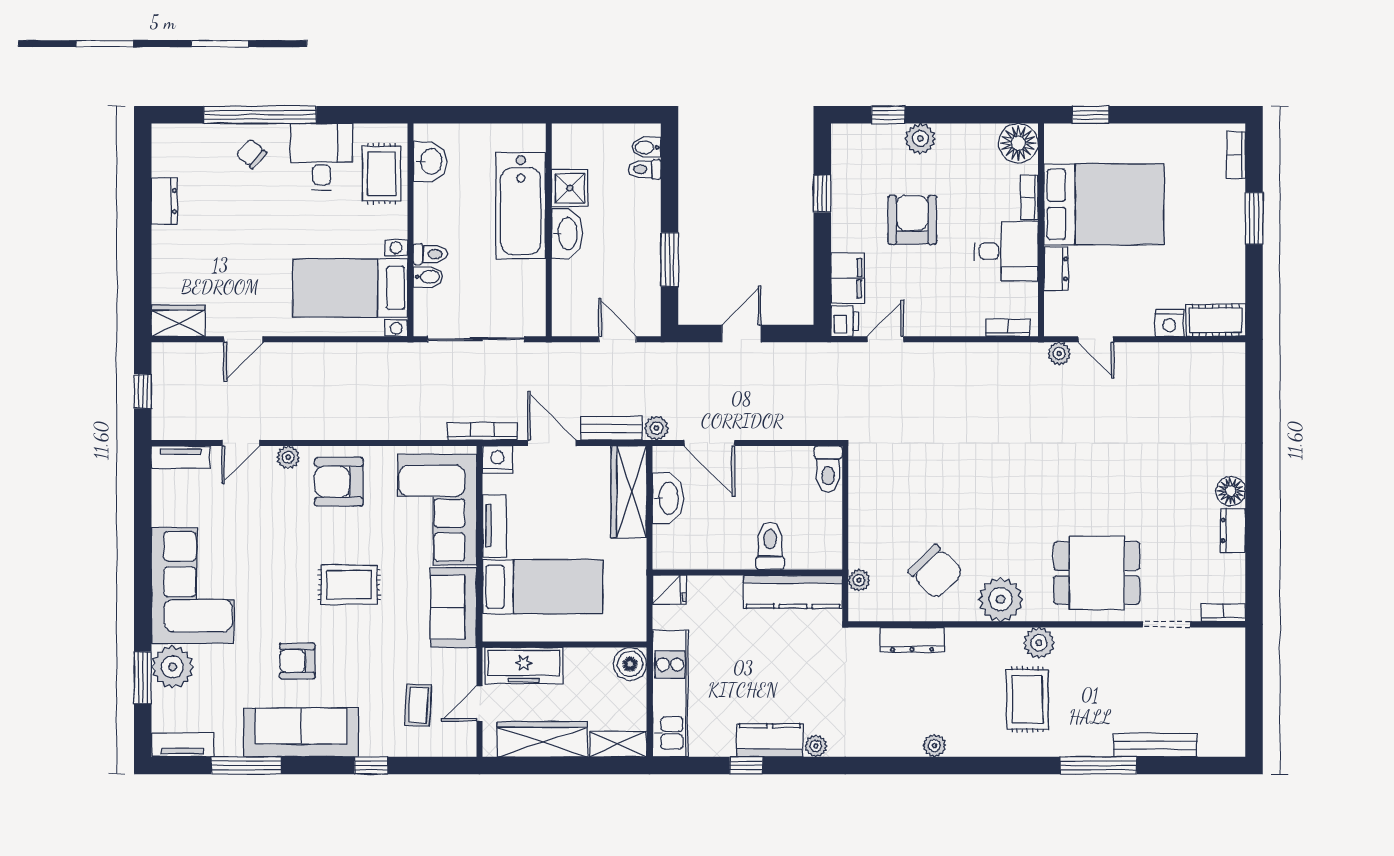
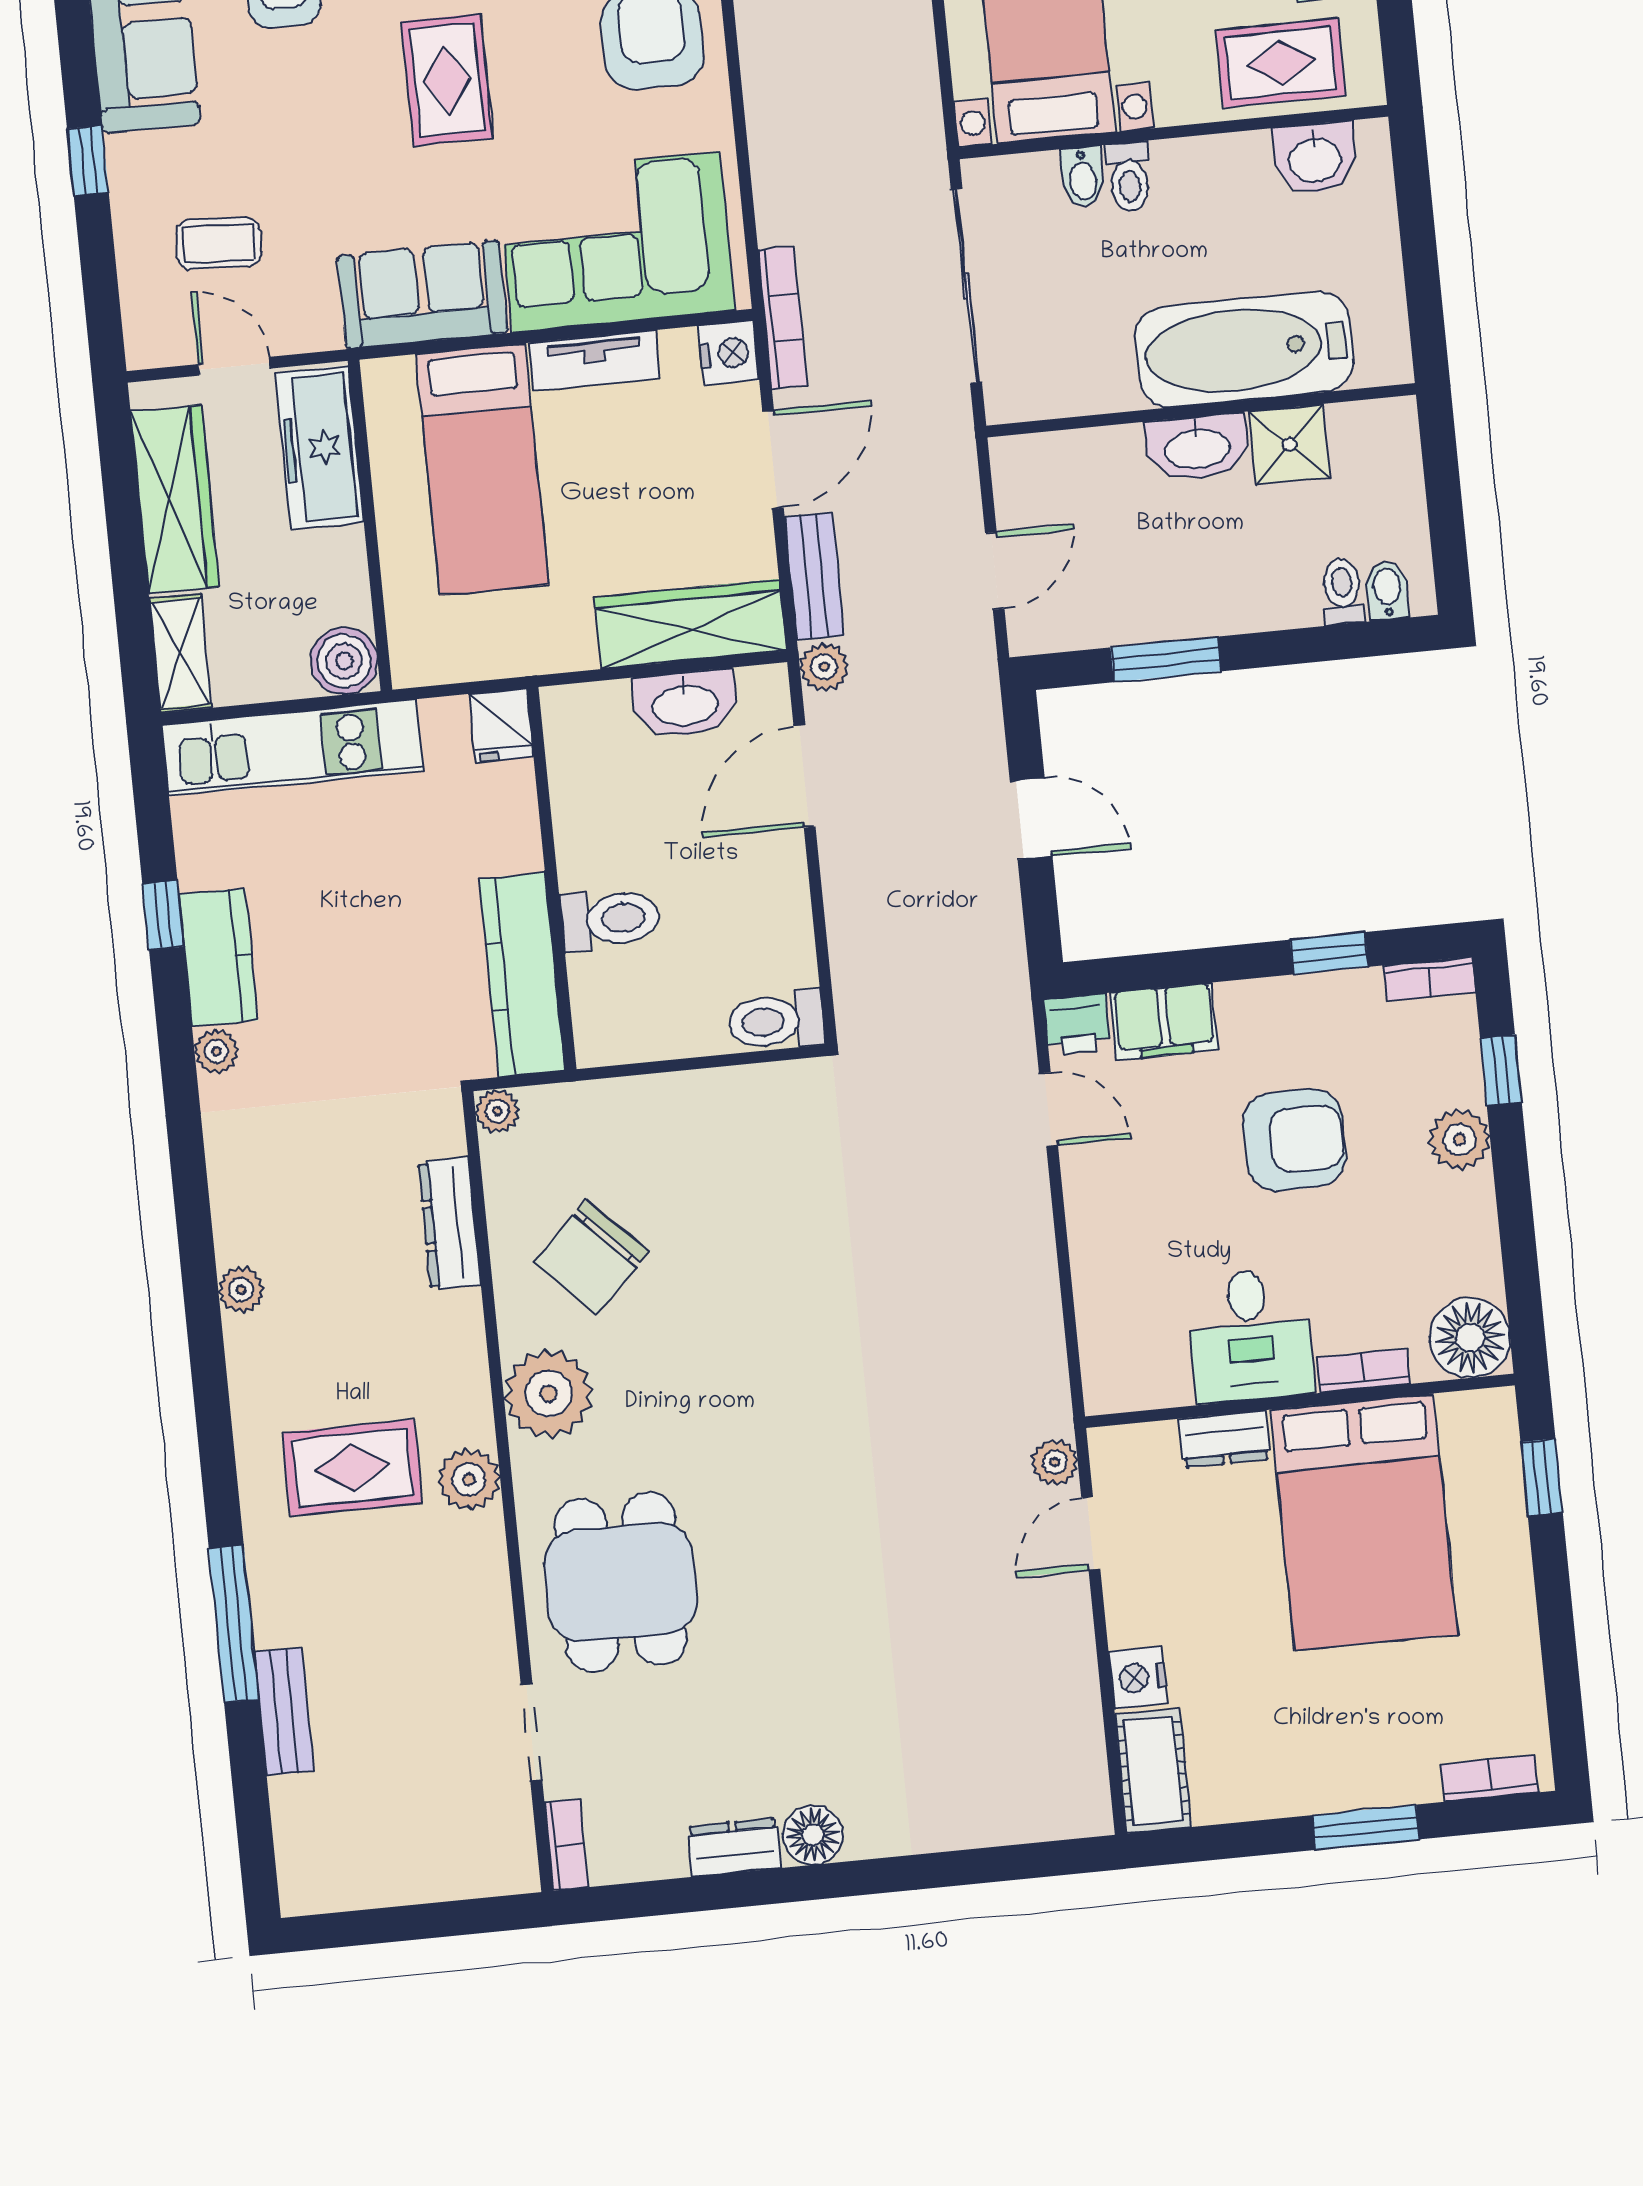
bookcase: (1008, 328) -> (1430, 979), moved, turned 90
plant: (859, 580) -> (497, 1111), moved
bench: (1155, 745) -> (284, 1712), width x0.73

